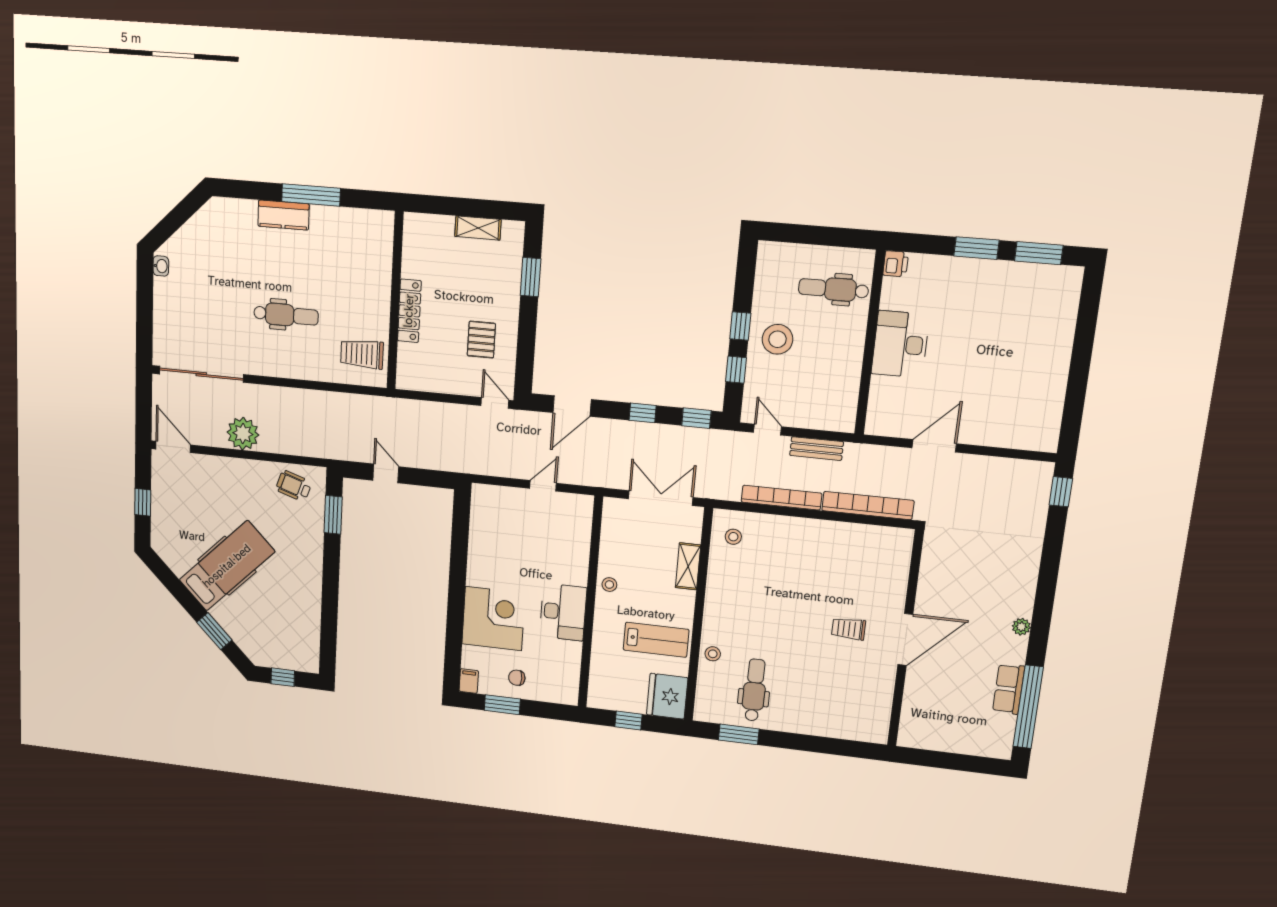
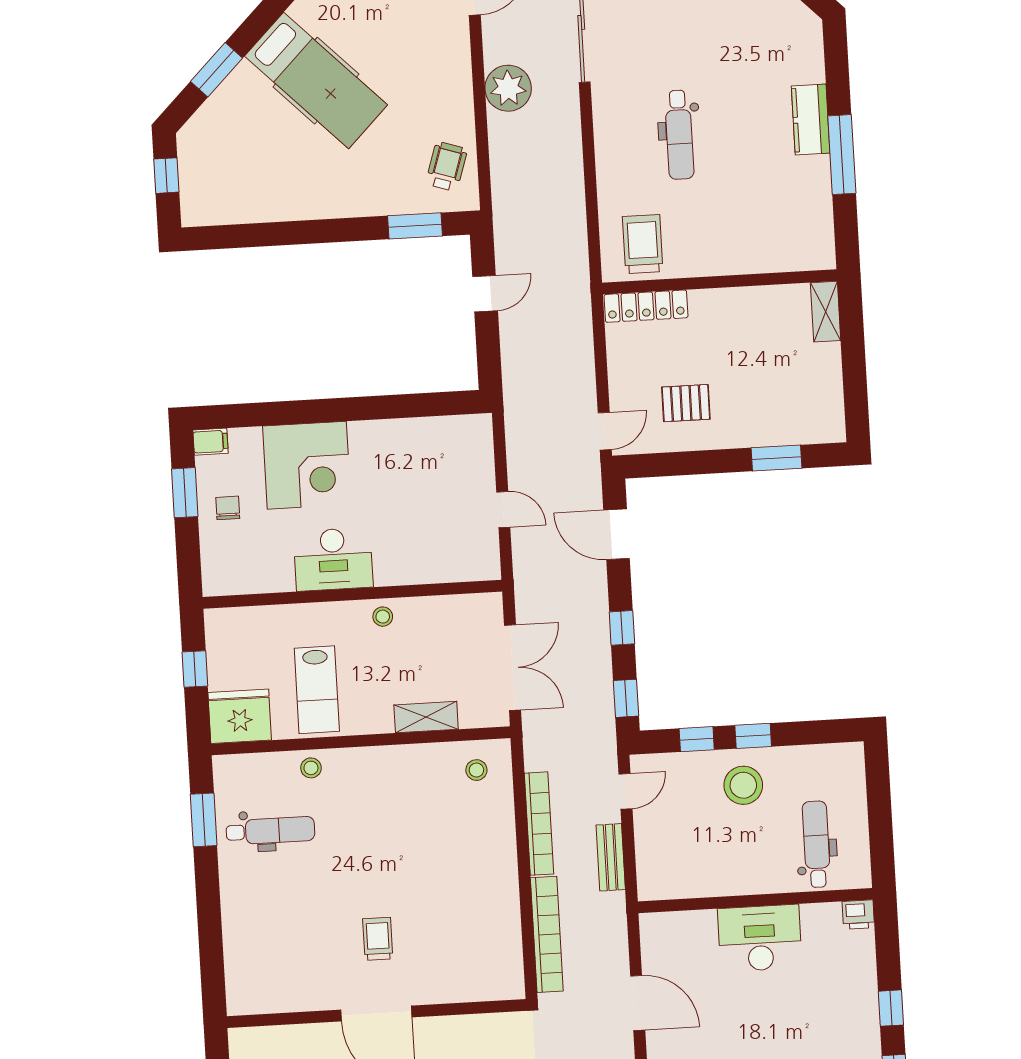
shelving: (478, 228) -> (826, 312), moved
window: (976, 248) -> (891, 1008), width x0.67
locker: (409, 311) -> (646, 306), moved

